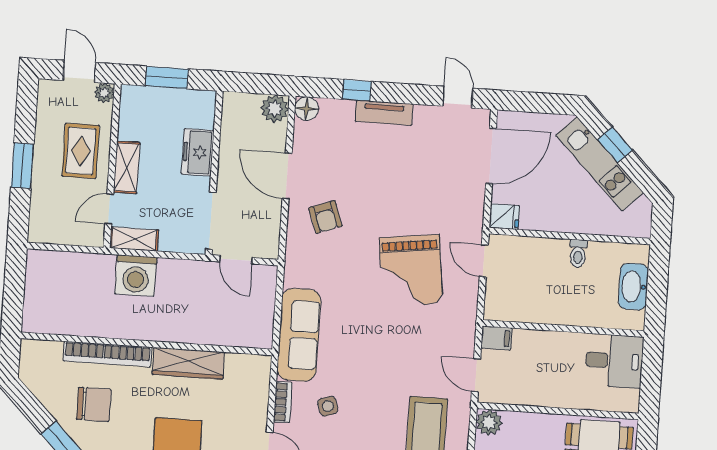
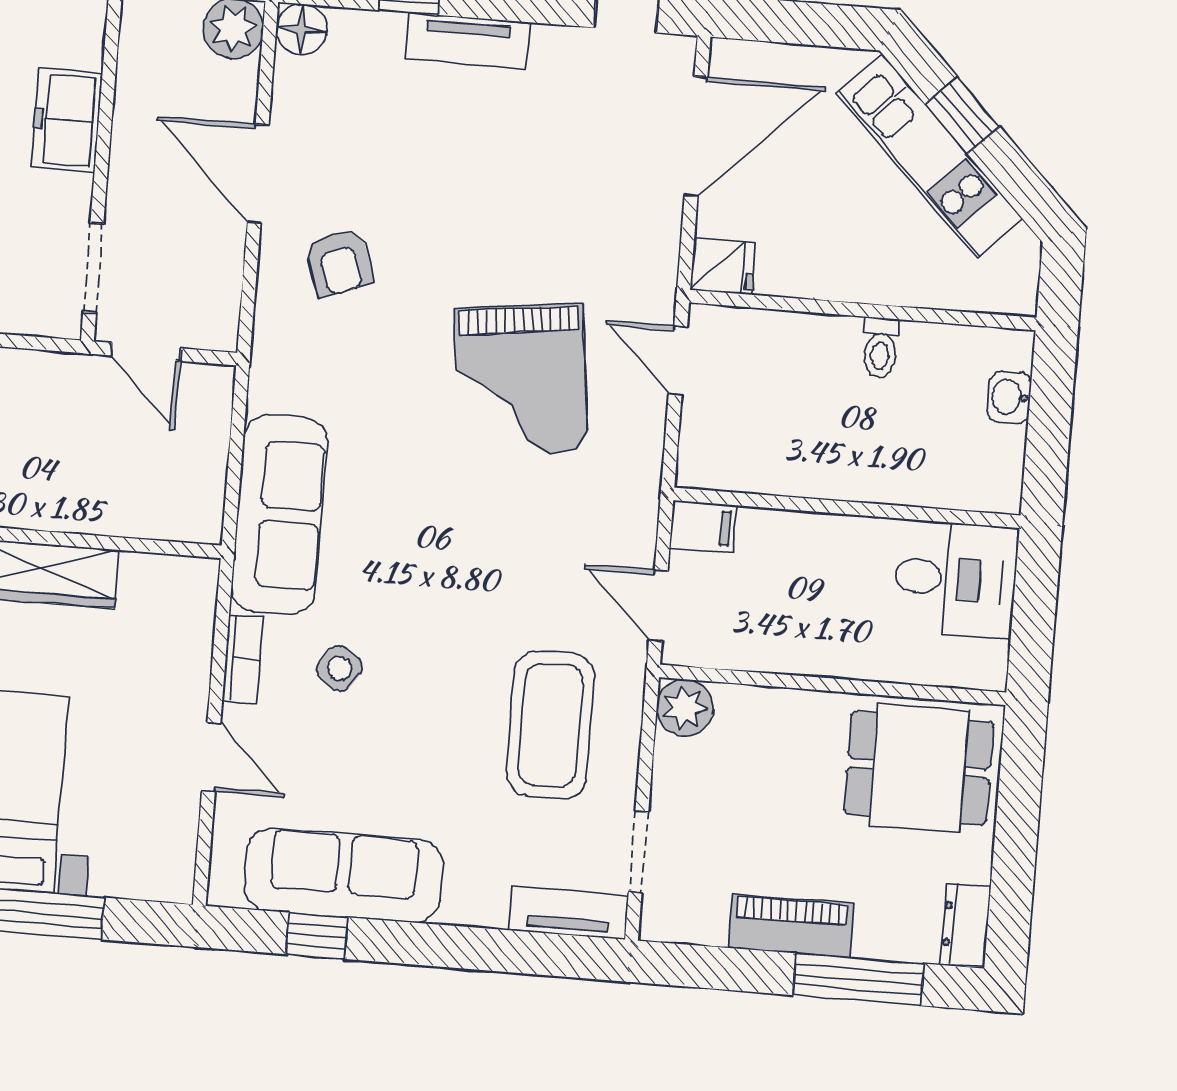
doorway: (211, 221) -> (93, 268), width x0.73
washbasin: (633, 287) -> (1009, 397), width x0.52, depth x0.69
side table: (328, 406) -> (339, 669), turned -37

